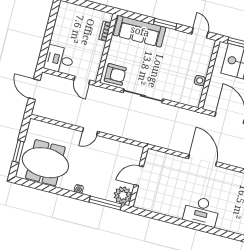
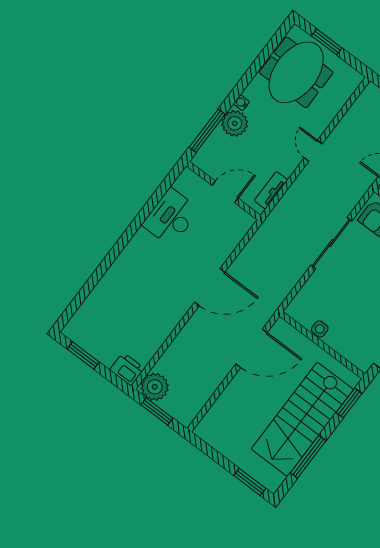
tv unit: (126, 147) -> (271, 190), added
door: (139, 176) -> (225, 192), hinge flipped
plant: (123, 195) -> (235, 123), moved
desk: (201, 211) -> (171, 217), moved

